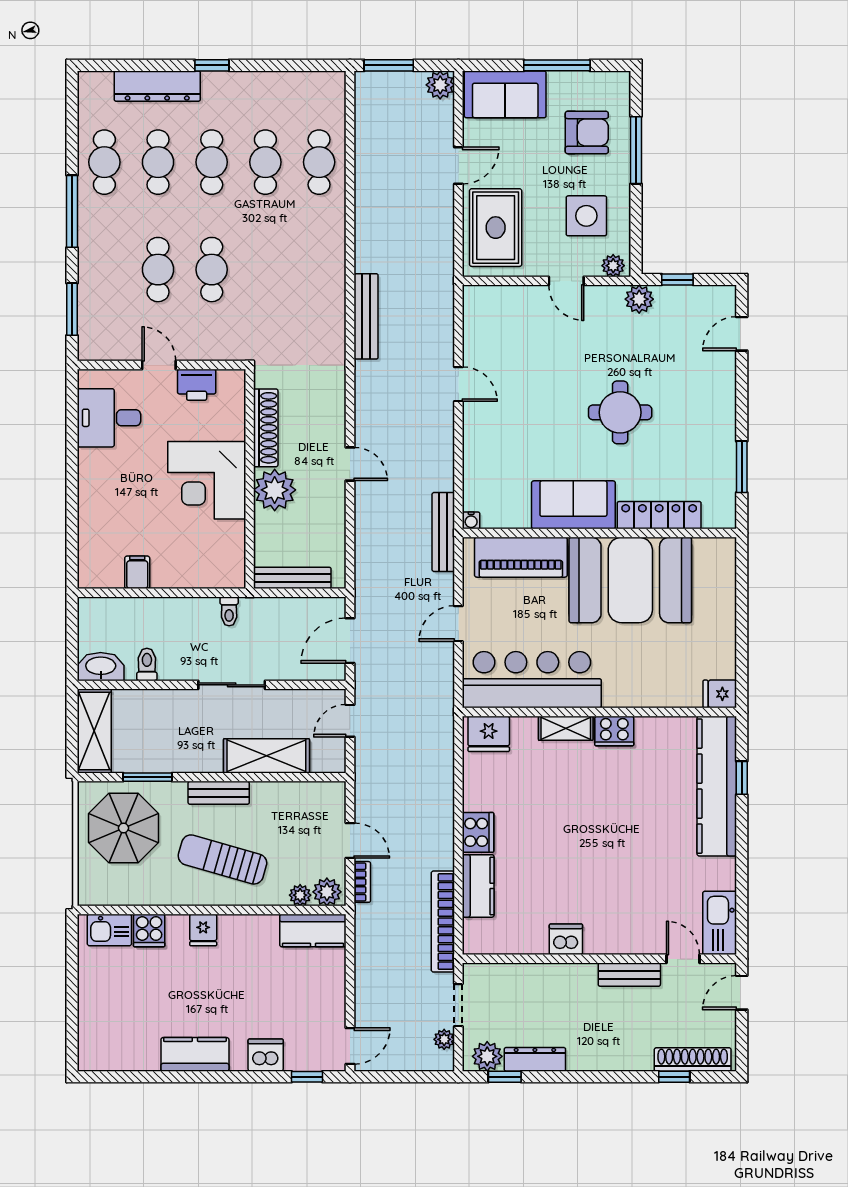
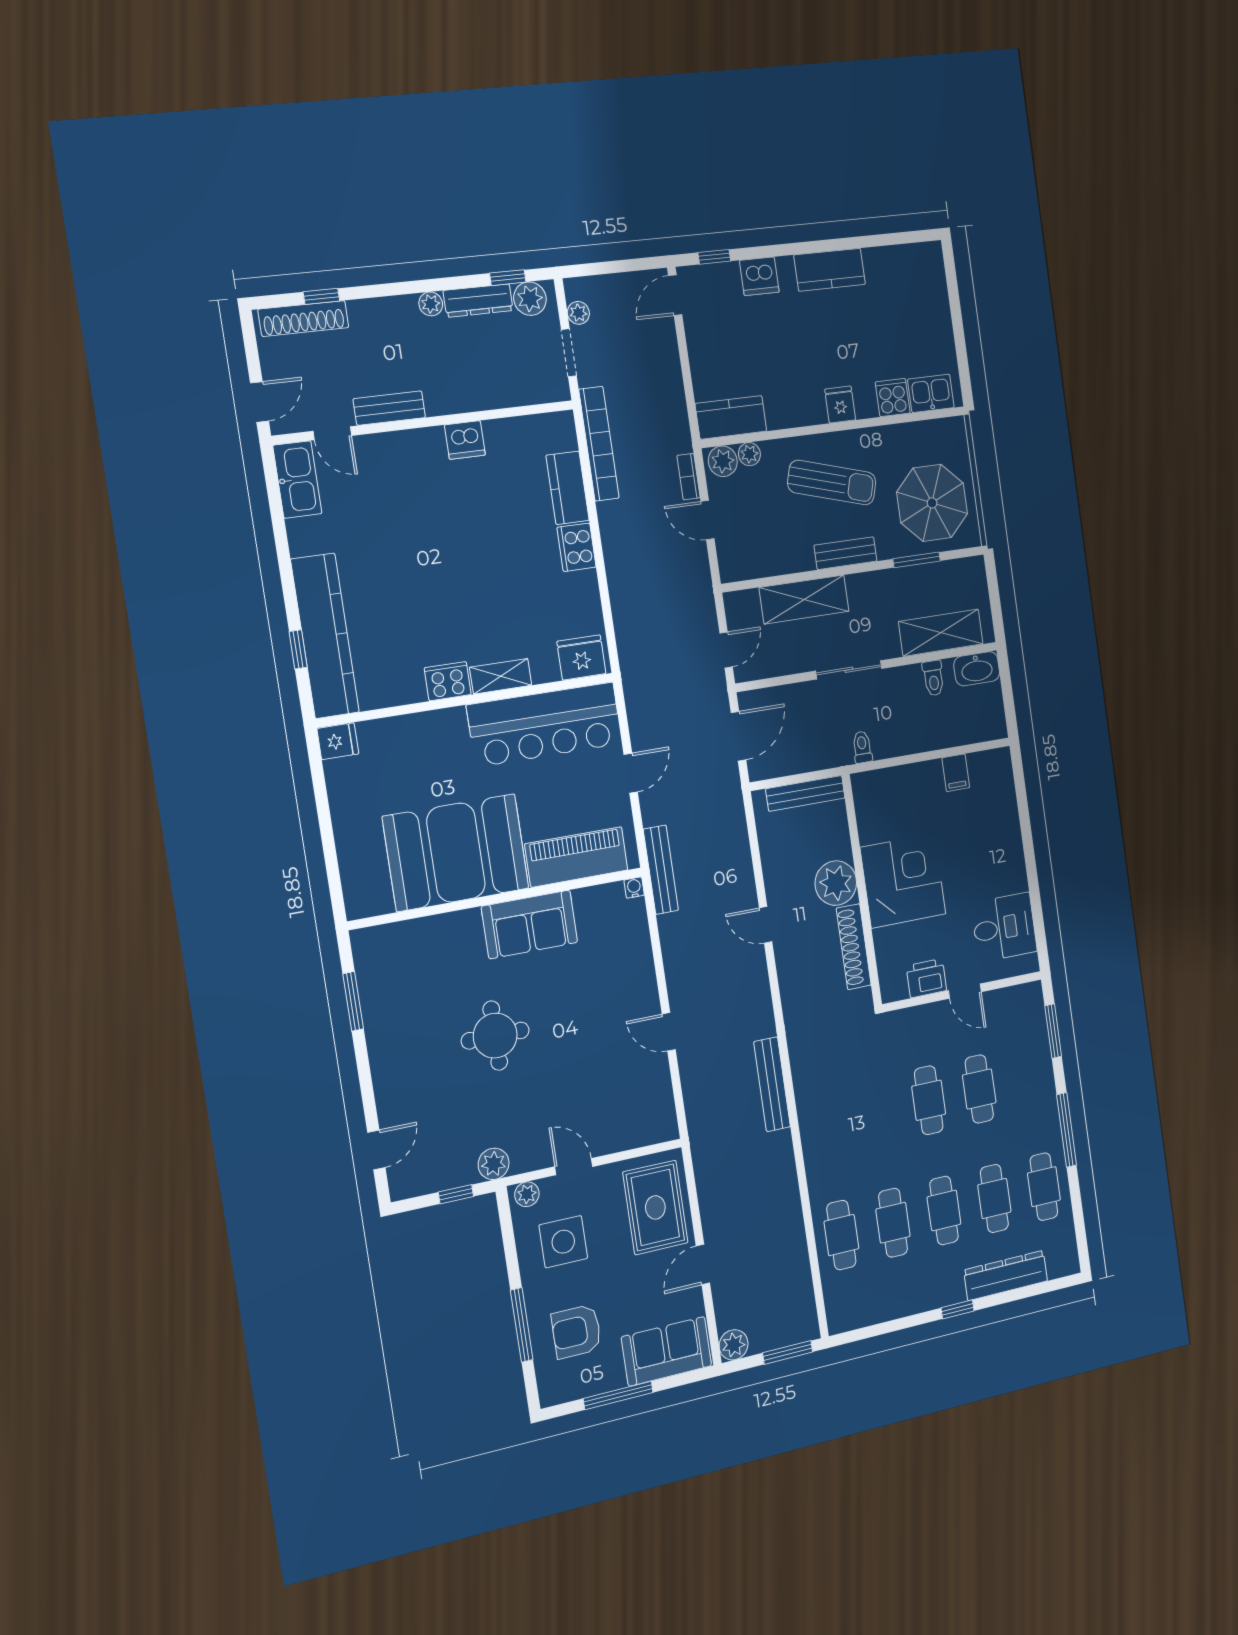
locker: (659, 515) -> (436, 930), removed
shelving: (94, 731) -> (941, 633), moved, turned 90
plant: (578, 1061) -> (431, 304), added

